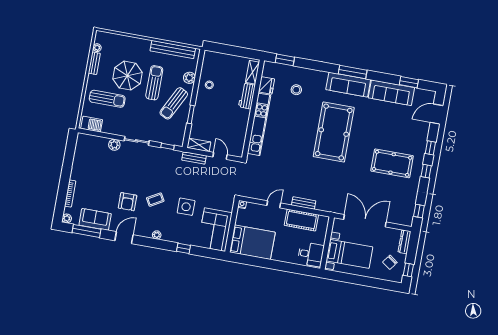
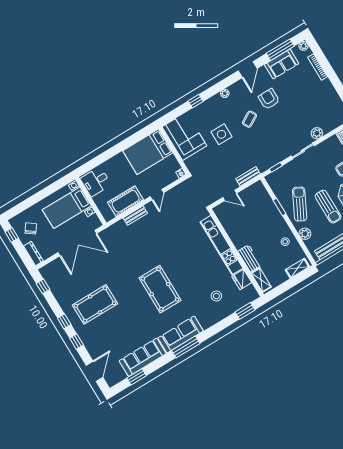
pool table: (334, 132) -> (160, 289), width x0.73, depth x0.76
shelving: (199, 145) -> (297, 268), moved

